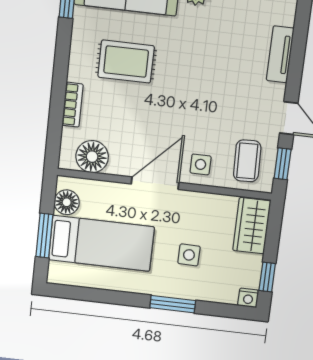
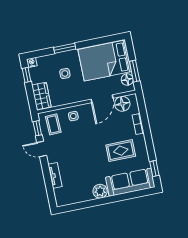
door: (155, 183) -> (102, 99), moved
window: (44, 236) -> (135, 71), moved
bed: (101, 243) -> (105, 61), width x1.50

